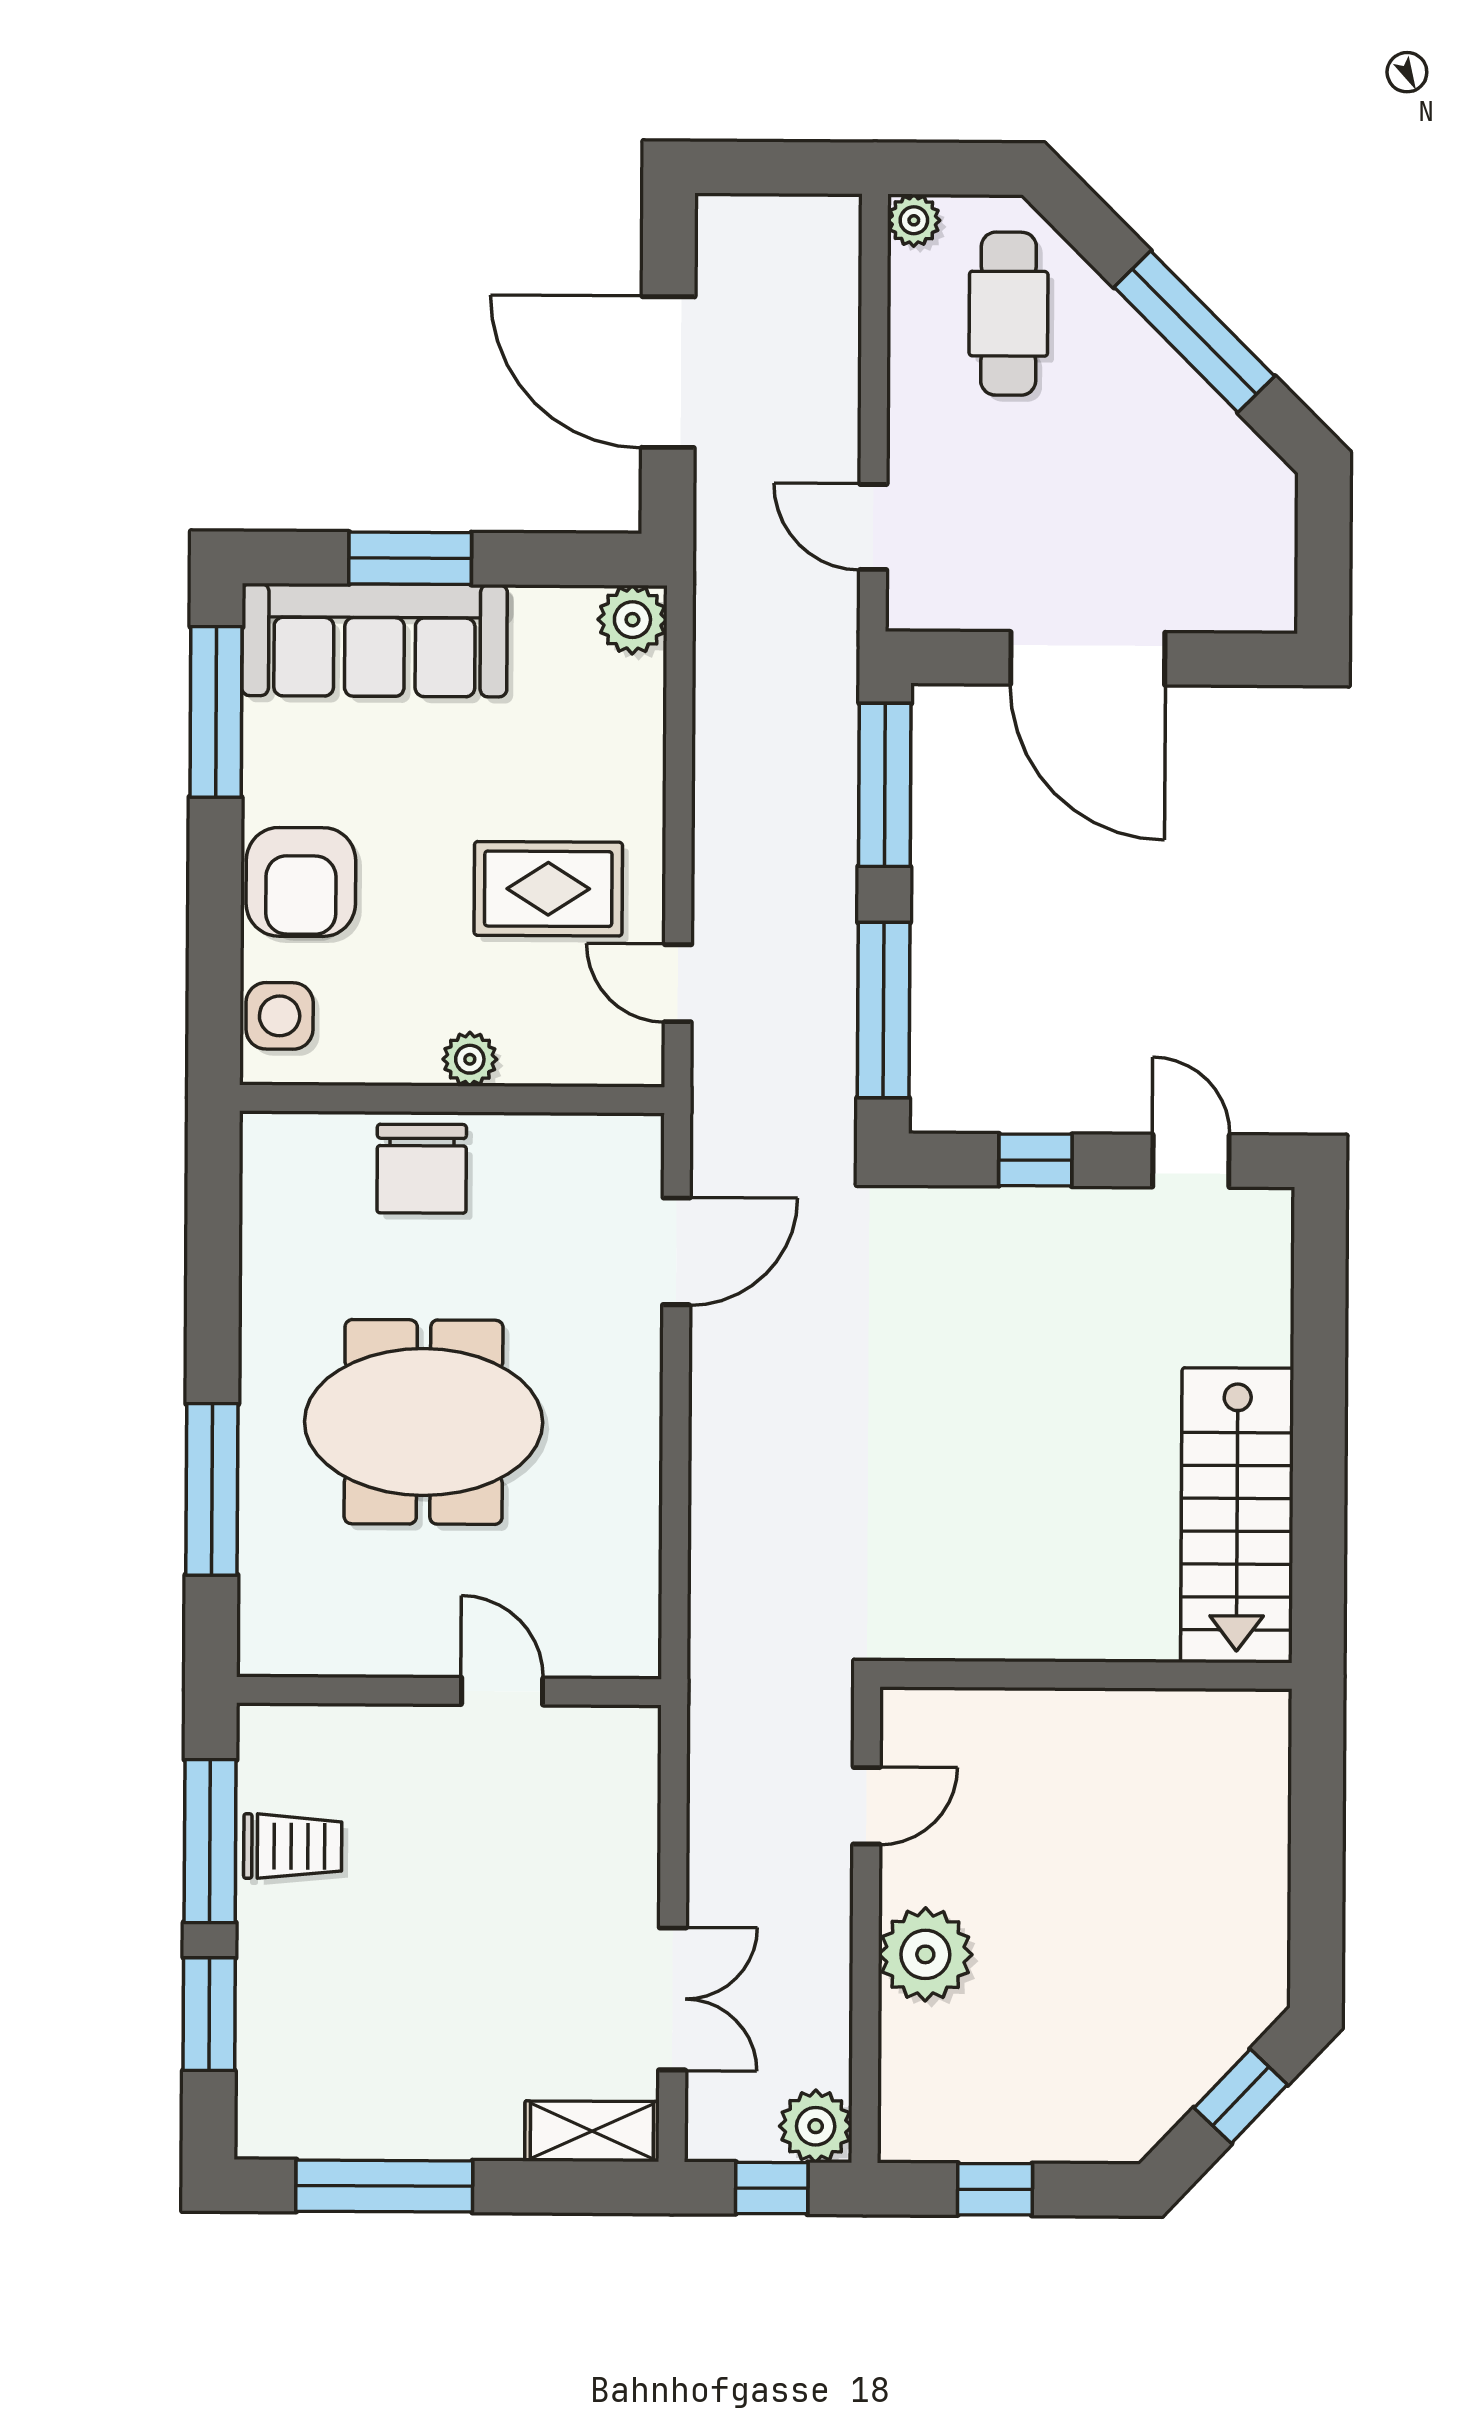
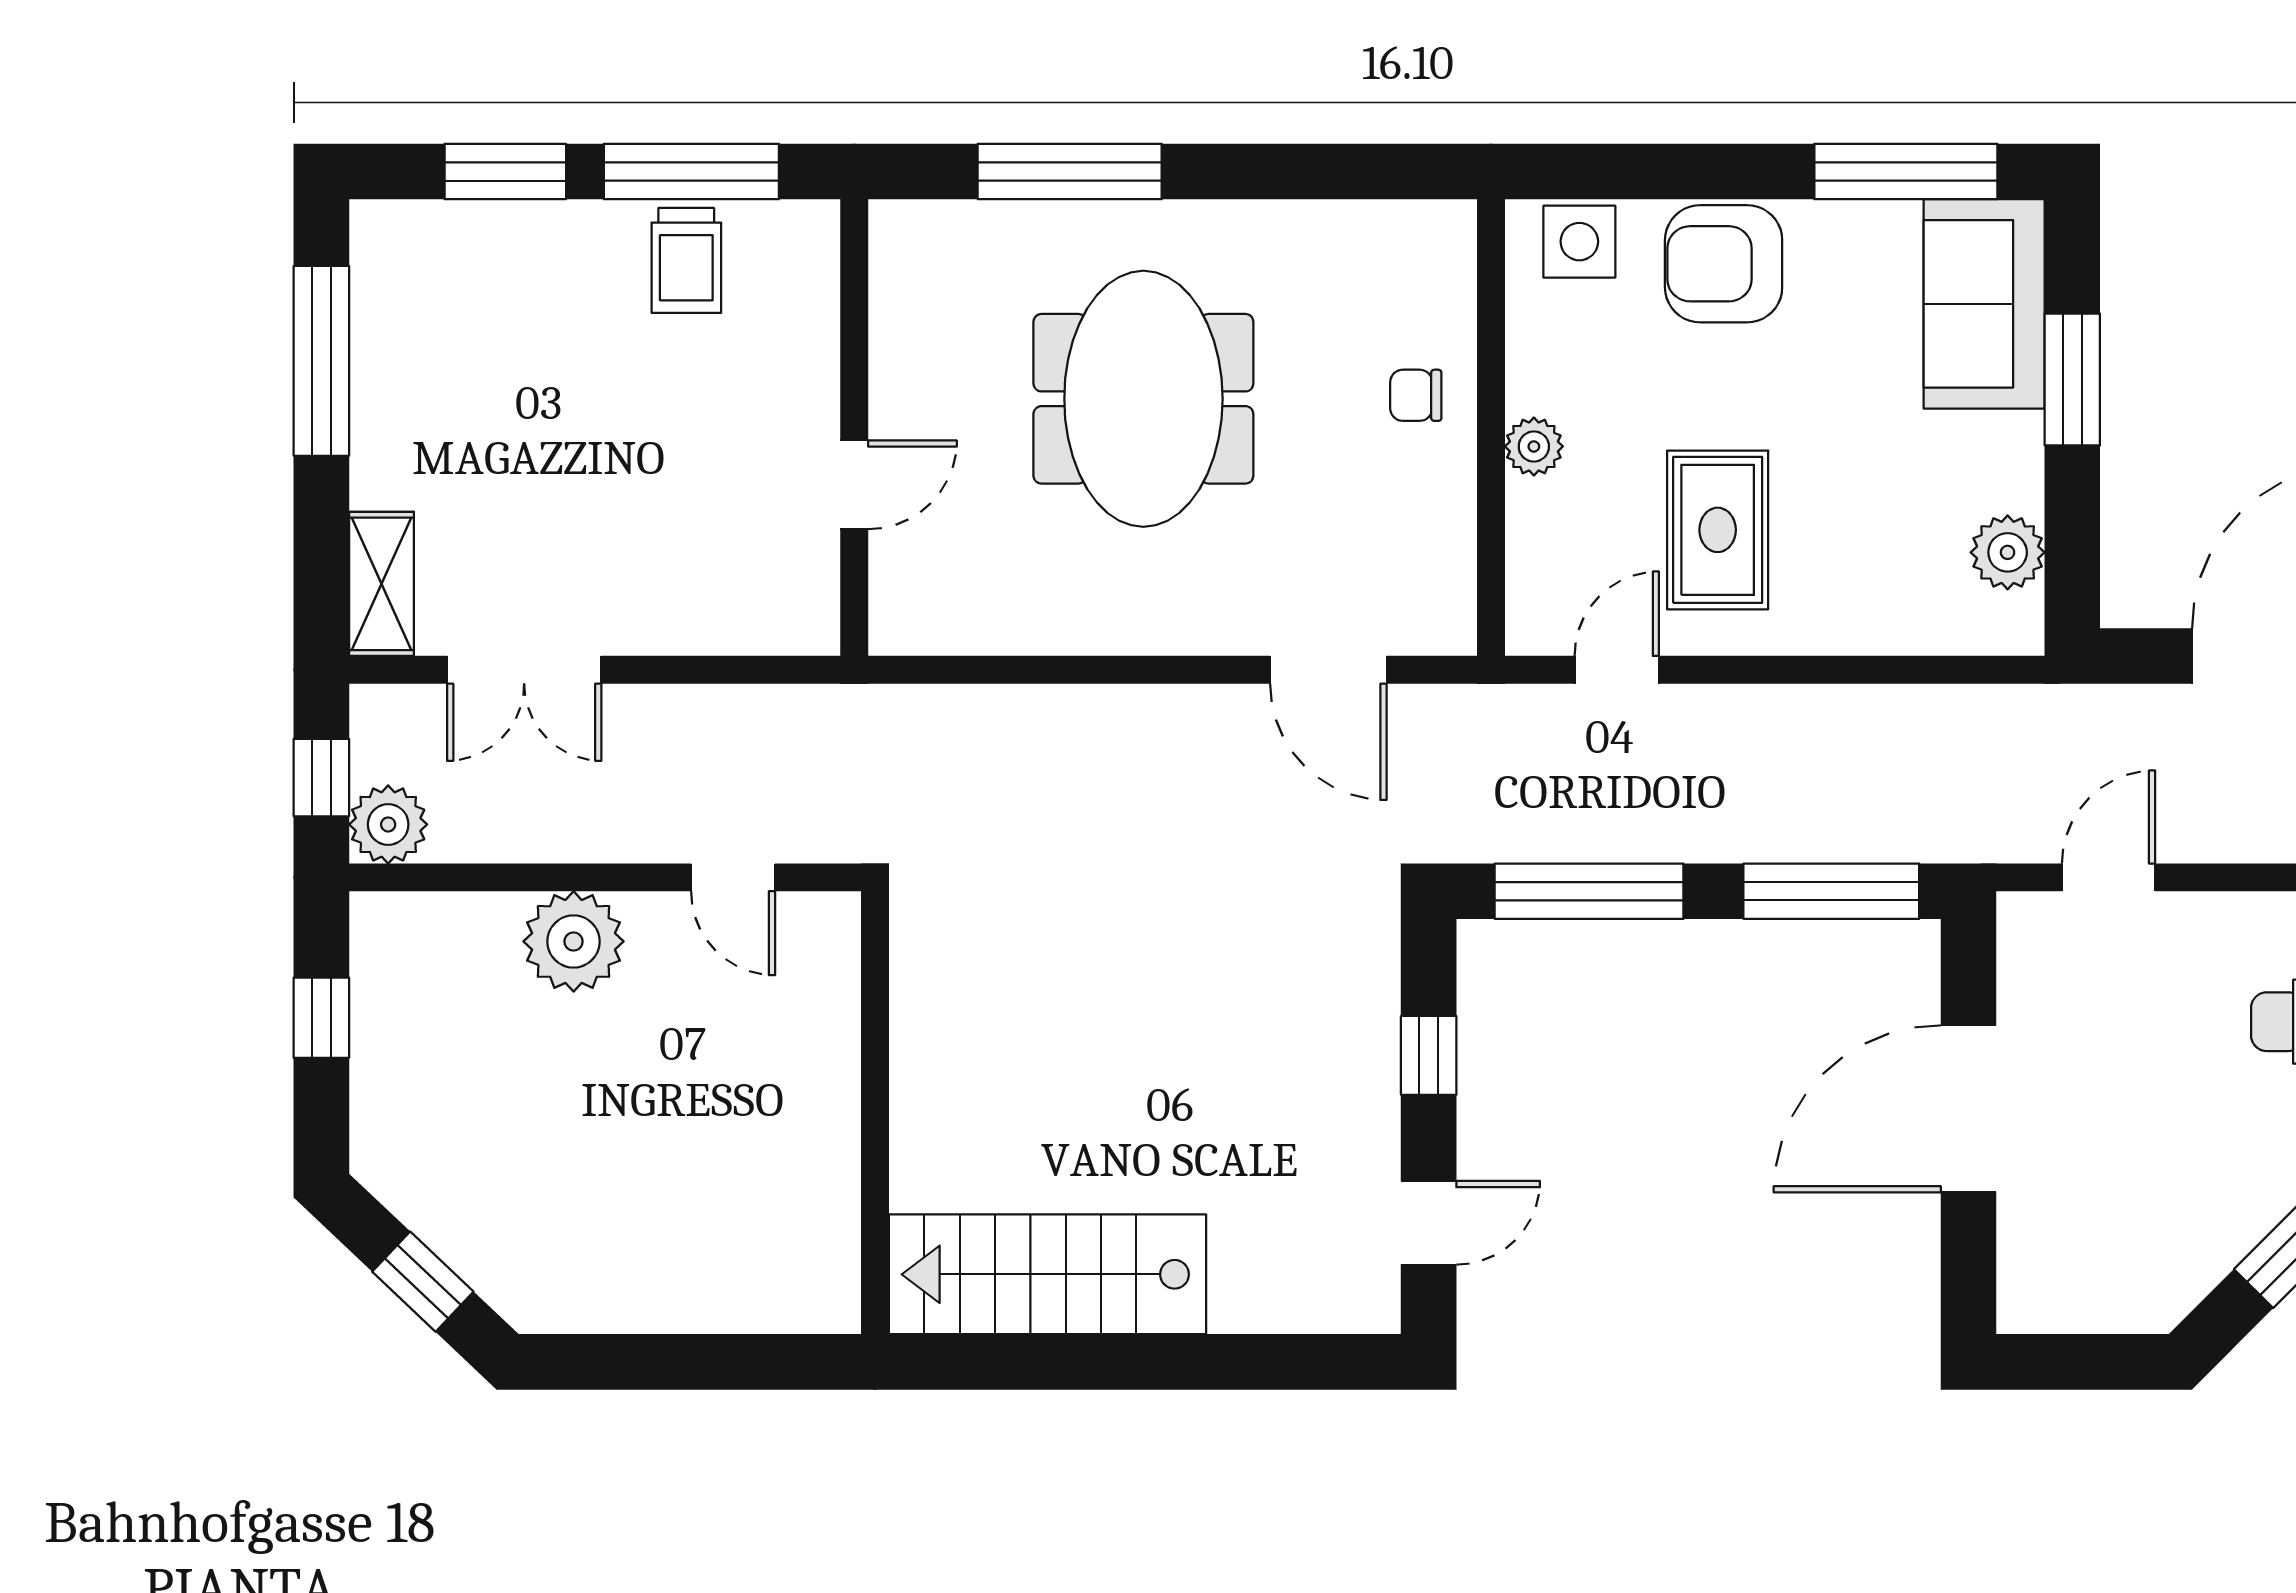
plant: (632, 620) -> (2008, 552), moved
sofa: (375, 640) -> (1984, 304), width x0.73
chair: (422, 1169) -> (1416, 395), width x0.54, depth x0.54

